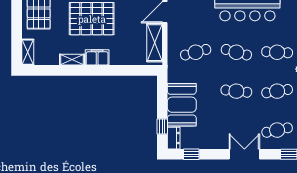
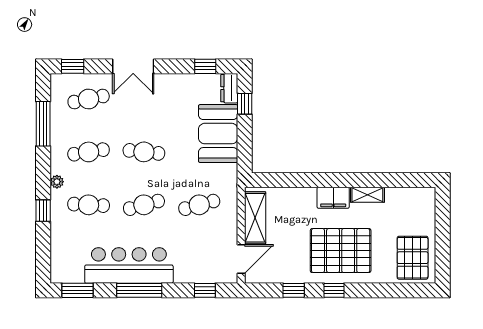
shelving: (28, 52) -> (428, 205), removed
cafe table: (236, 52) -> (144, 205), turned -30

